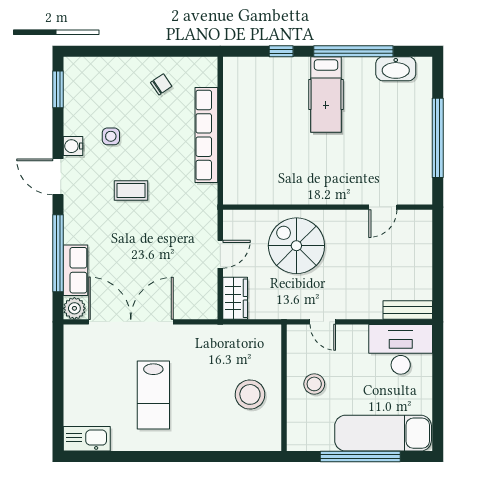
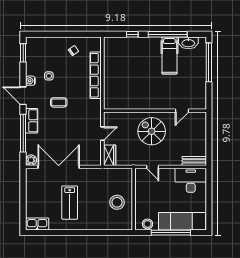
hospital bed: (326, 95) -> (169, 55), moved
window: (438, 138) -> (209, 62), moved
spiral stairs: (296, 246) -> (152, 131), moved
row of seats: (76, 270) -> (32, 121), moved
stool: (314, 384) -> (147, 224), moved

